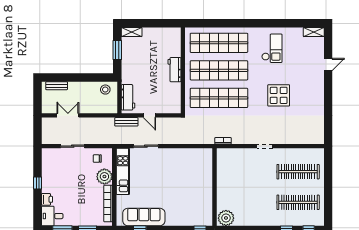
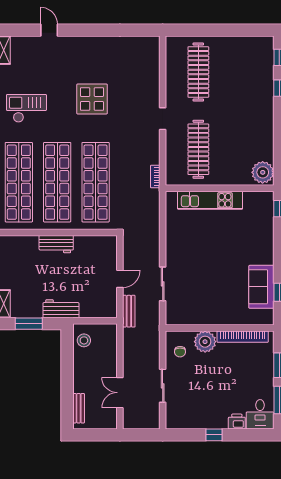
workbench: (128, 97) -> (61, 309), moved
kitchen unit: (123, 171) -> (210, 200), moved, turned 180
clothes rail: (298, 202) -> (198, 149), moved
sofa: (144, 217) -> (261, 287), width x0.73

